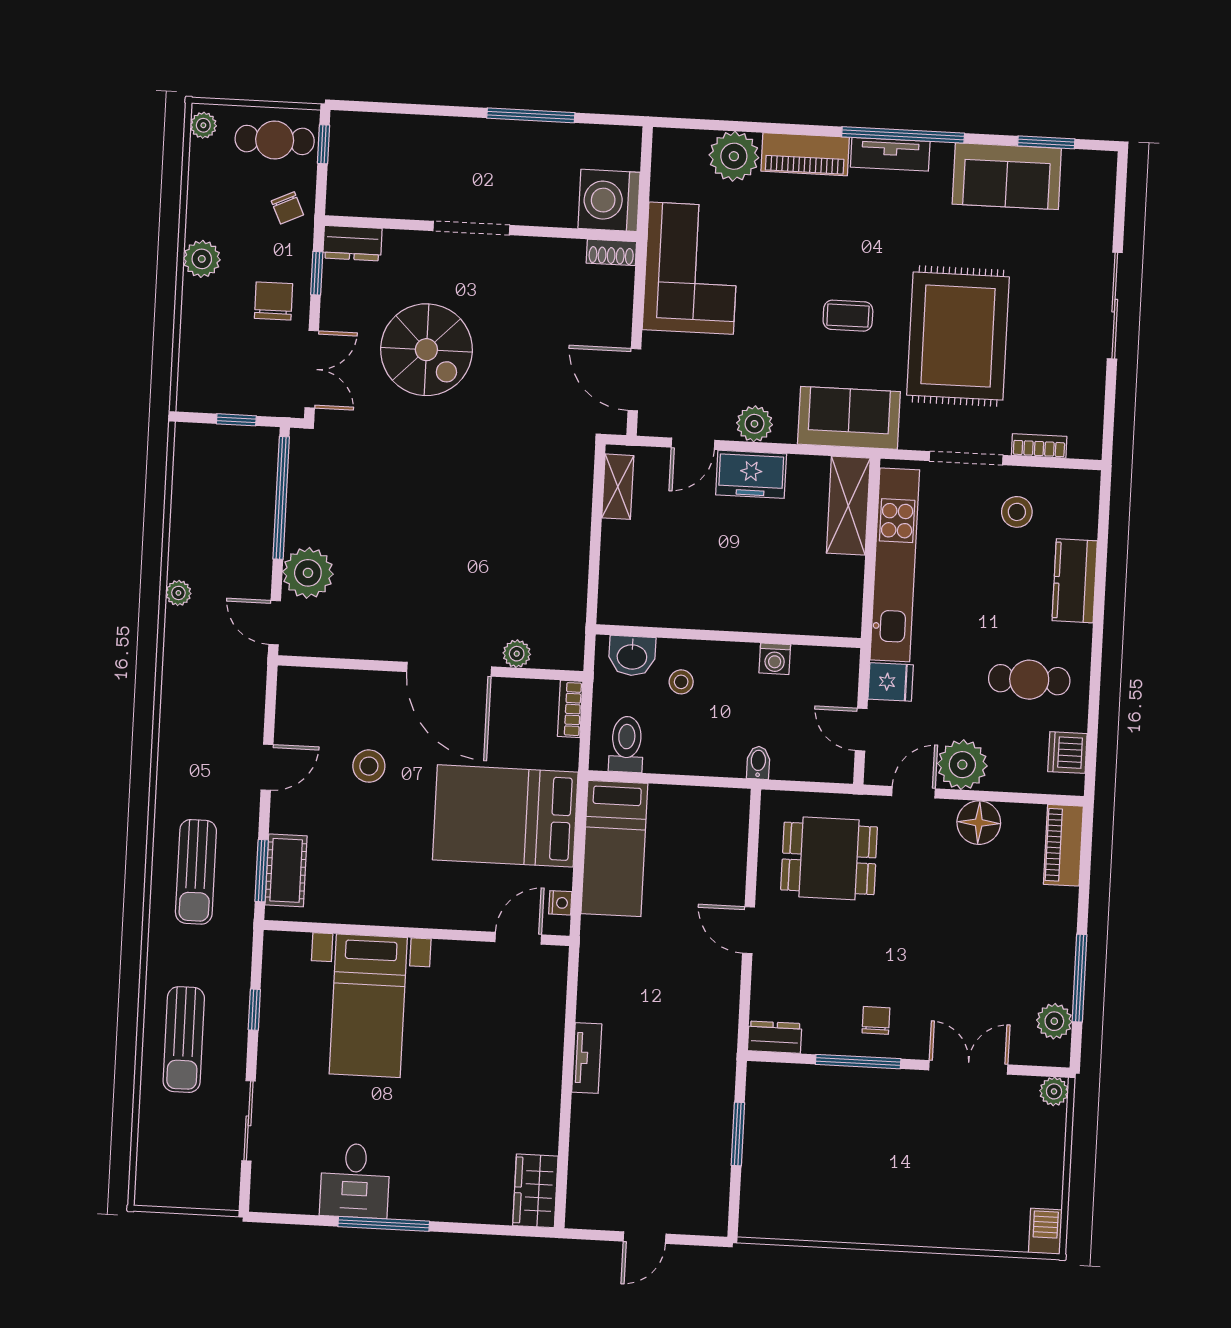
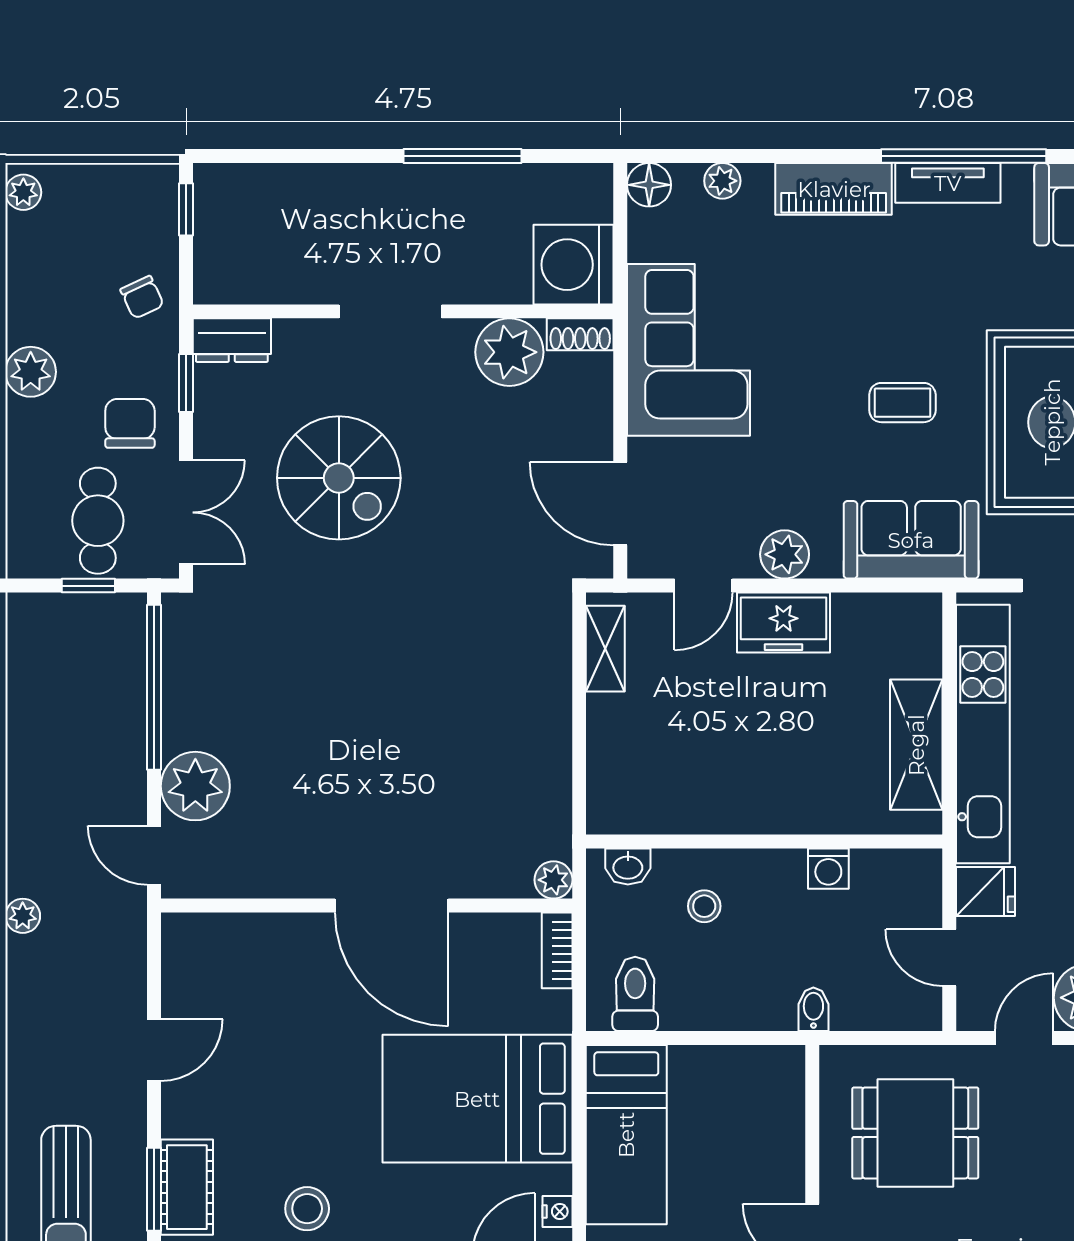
cafe table: (275, 140) -> (98, 521), moved, turned 90
floor lamp: (668, 144) -> (649, 185), added
plant: (734, 156) -> (722, 181), width x0.53, depth x0.53
plant: (558, 263) -> (509, 352), added
shelving: (848, 506) -> (916, 745), moved
plant: (178, 593) -> (23, 916), moved
plant: (517, 654) -> (553, 880), moved
washbasin: (632, 656) -> (628, 867), width x0.72, depth x0.69
stool: (369, 766) -> (307, 1209), moved

